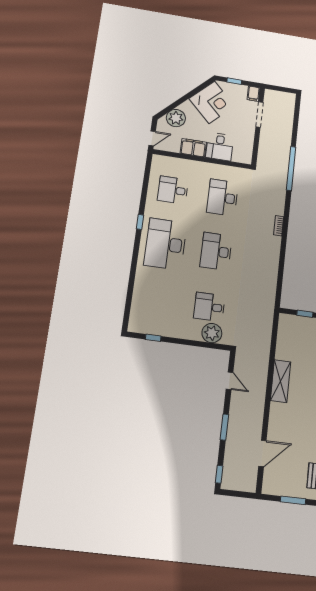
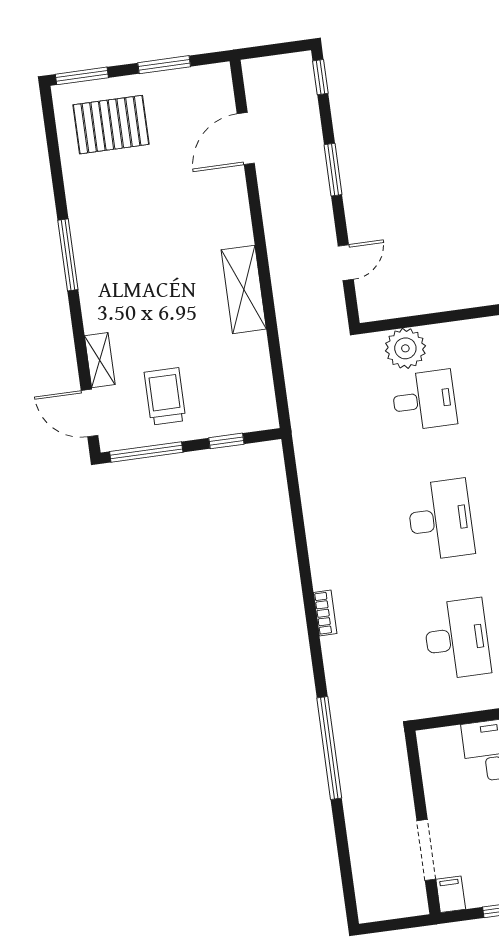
door: (230, 381) -> (346, 263), swing flipped

